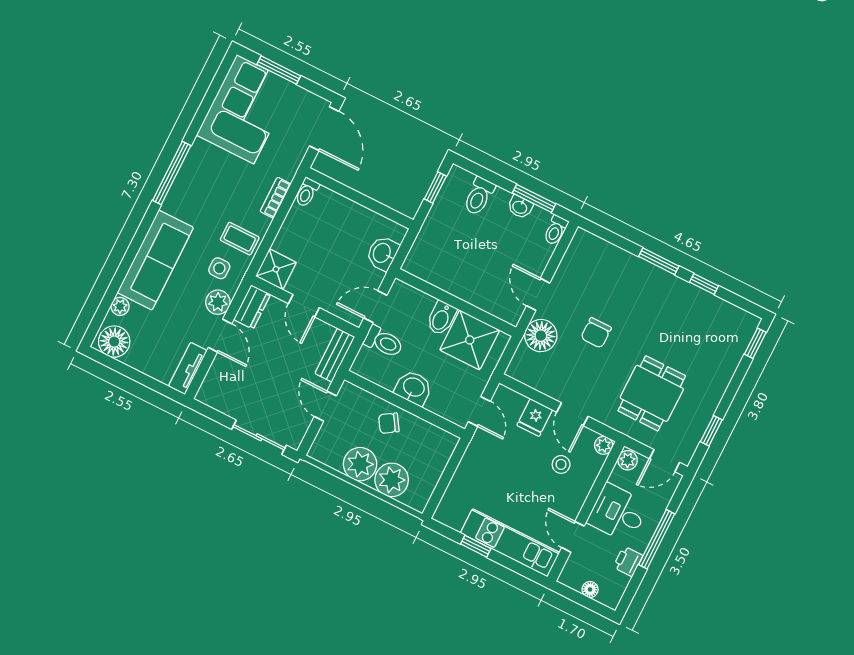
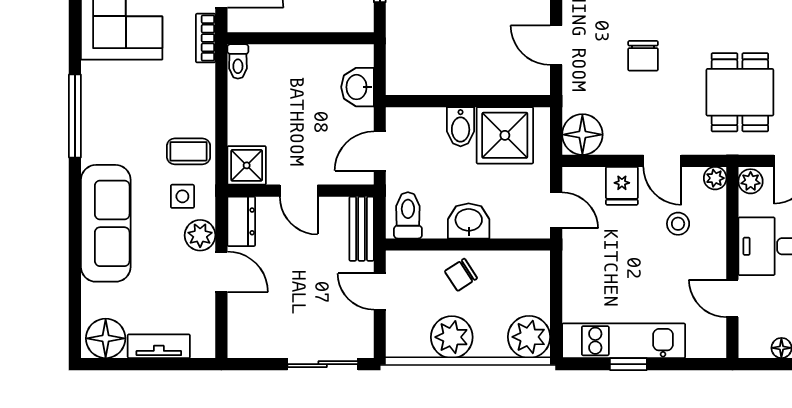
bookcase: (275, 198) -> (206, 38), moved
plant: (120, 306) -> (92, 295), removed
floor lamp: (541, 336) -> (582, 135), moved
toilet: (384, 342) -> (408, 215), moved, turned -90
tv unit: (188, 368) -> (159, 346), moved, turned 90
plant: (392, 480) -> (529, 337), moved
kitchen unit: (510, 543) -> (624, 341), moved

